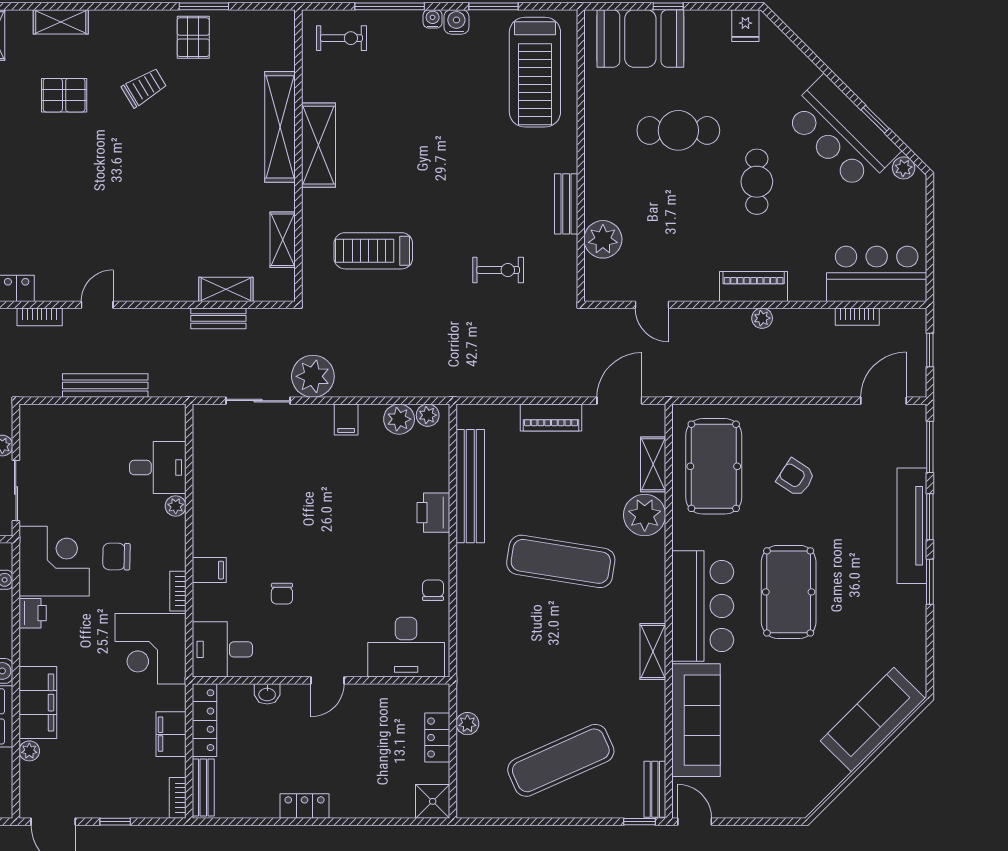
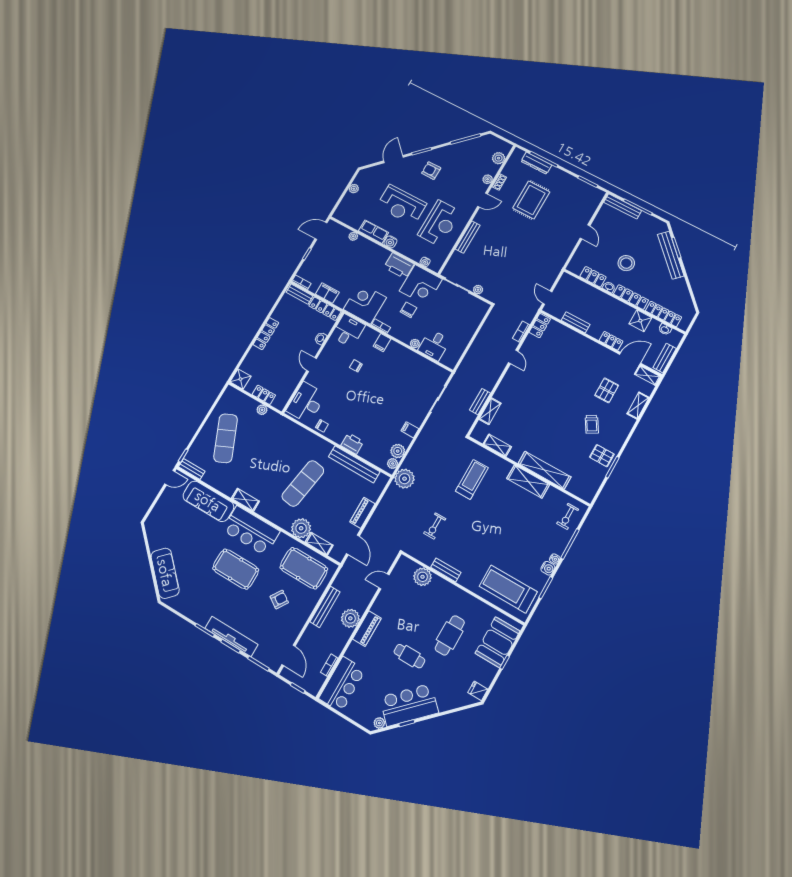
plant: (762, 318) -> (350, 618), width x1.88, depth x1.88
plant: (313, 376) -> (405, 479), moved
bench: (105, 386) -> (325, 607), moved
printer: (33, 613) -> (399, 266), width x1.87, depth x1.48
filing cabinet: (38, 703) -> (370, 249), removed
locker: (305, 806) -> (266, 334), width x1.53

